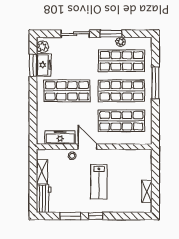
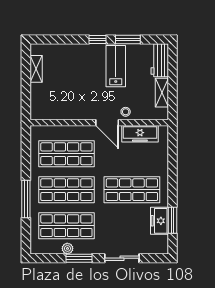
plant: (42, 47) -> (161, 243), removed
lab bench: (99, 182) -> (116, 66), moved

